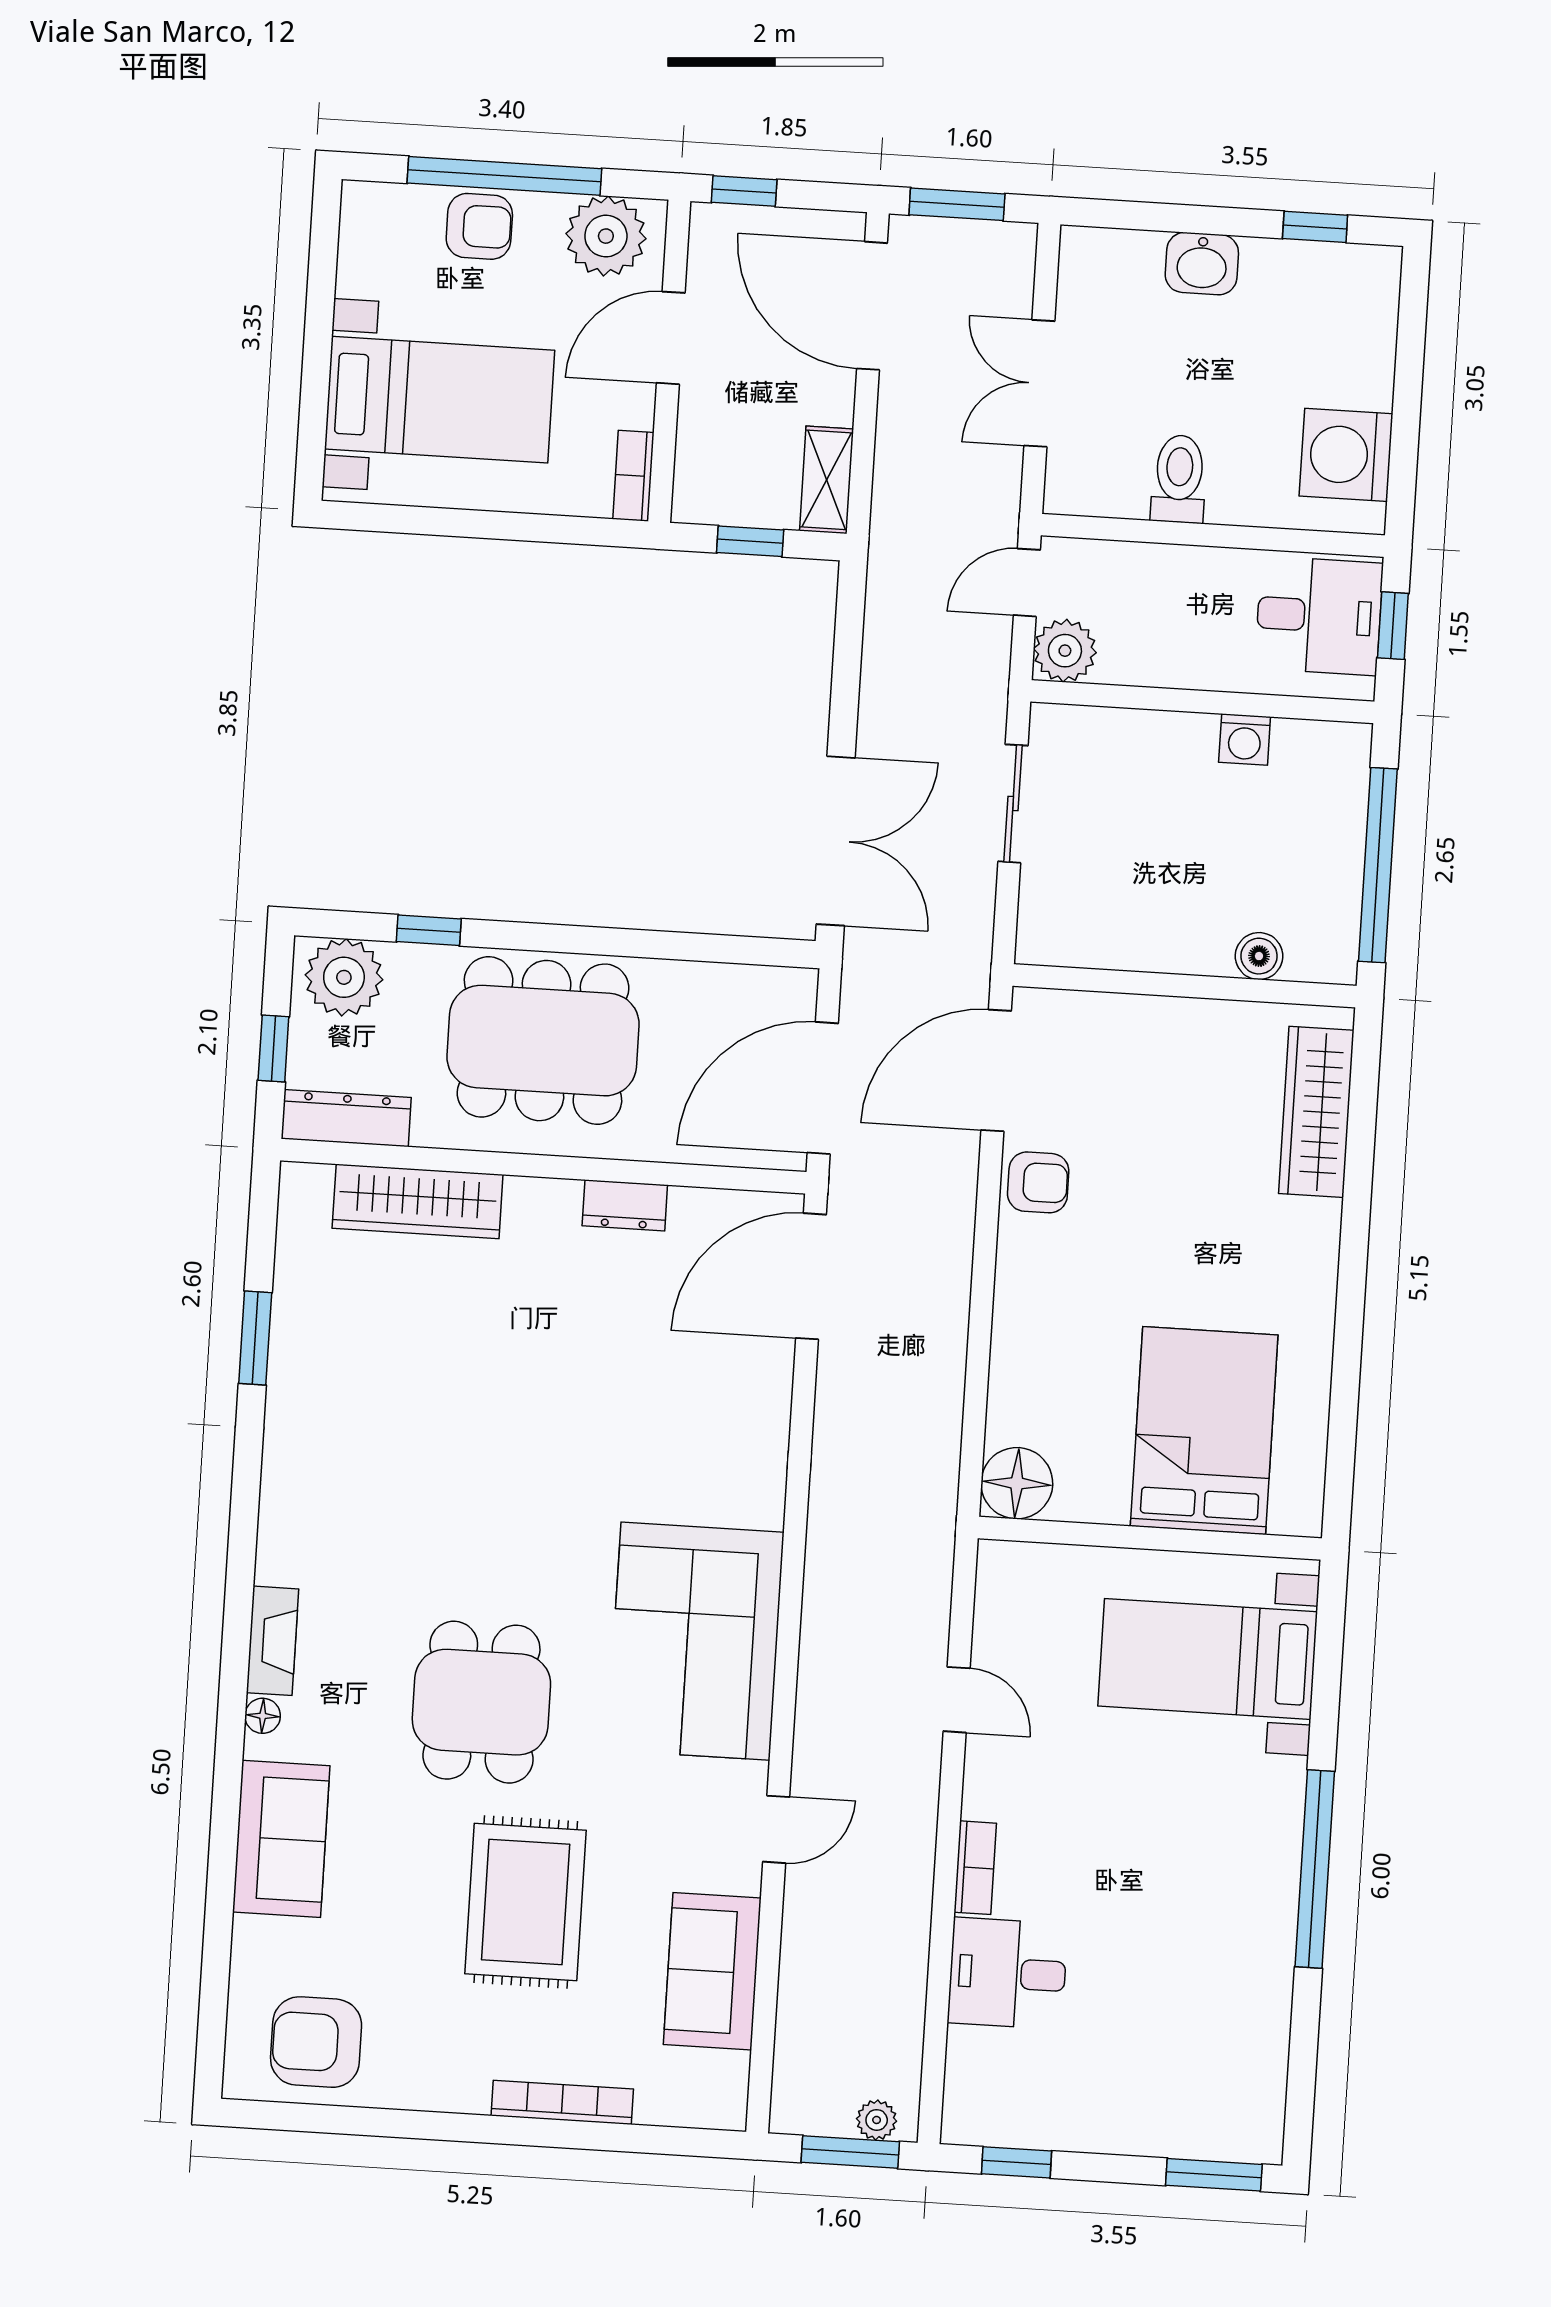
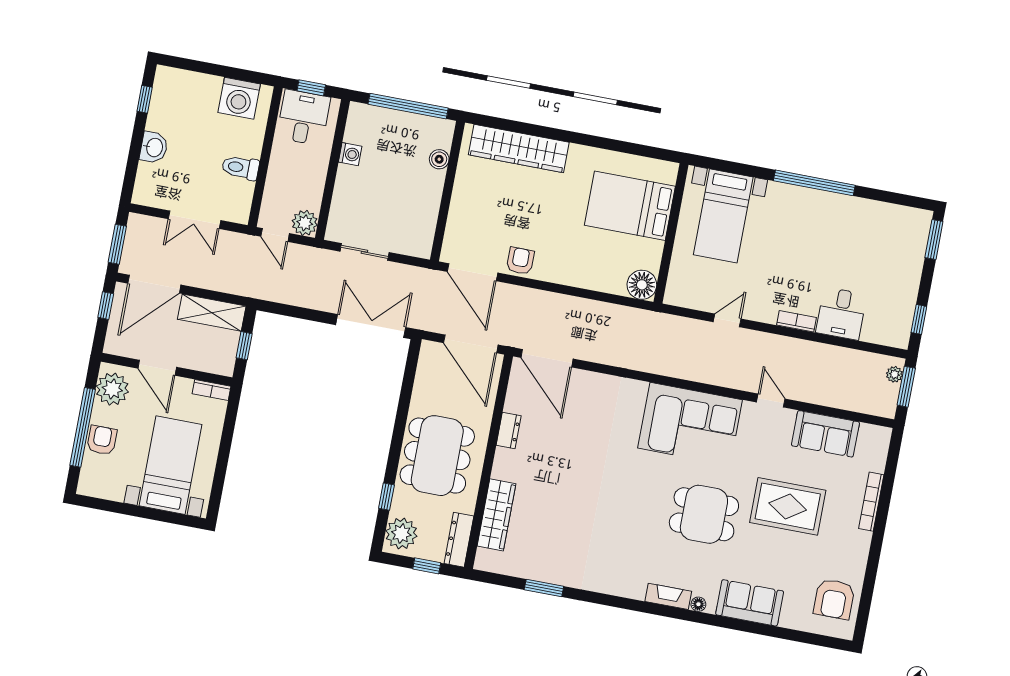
window: (744, 191) -> (106, 306), moved
shelving: (827, 480) -> (212, 313), width x1.50, depth x1.33
wardrobe: (1316, 1112) -> (519, 149), width x1.40, depth x1.17

